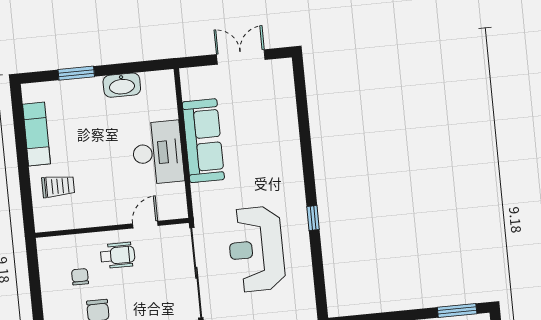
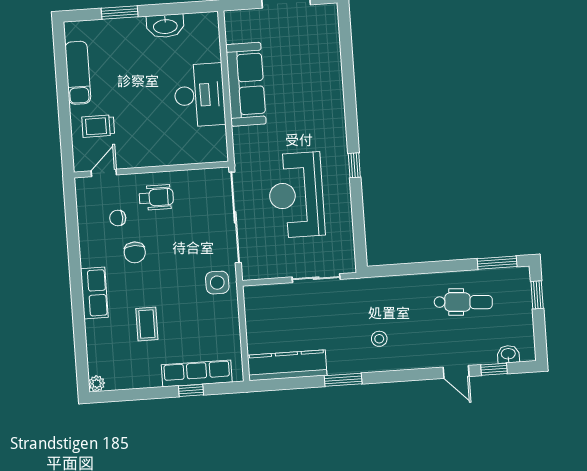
trolley: (58, 186) -> (98, 126), turned 180
door: (145, 225) -> (104, 173), moved
chair: (80, 277) -> (118, 218), turned -90

